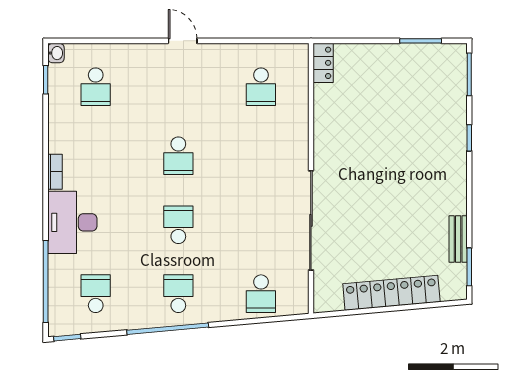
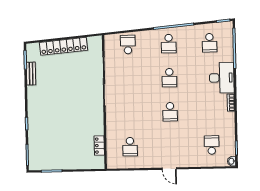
locker: (323, 63) -> (99, 146), moved
school desk: (261, 87) -> (130, 147), turned 180
school desk: (178, 156) -> (170, 112), turned 180

